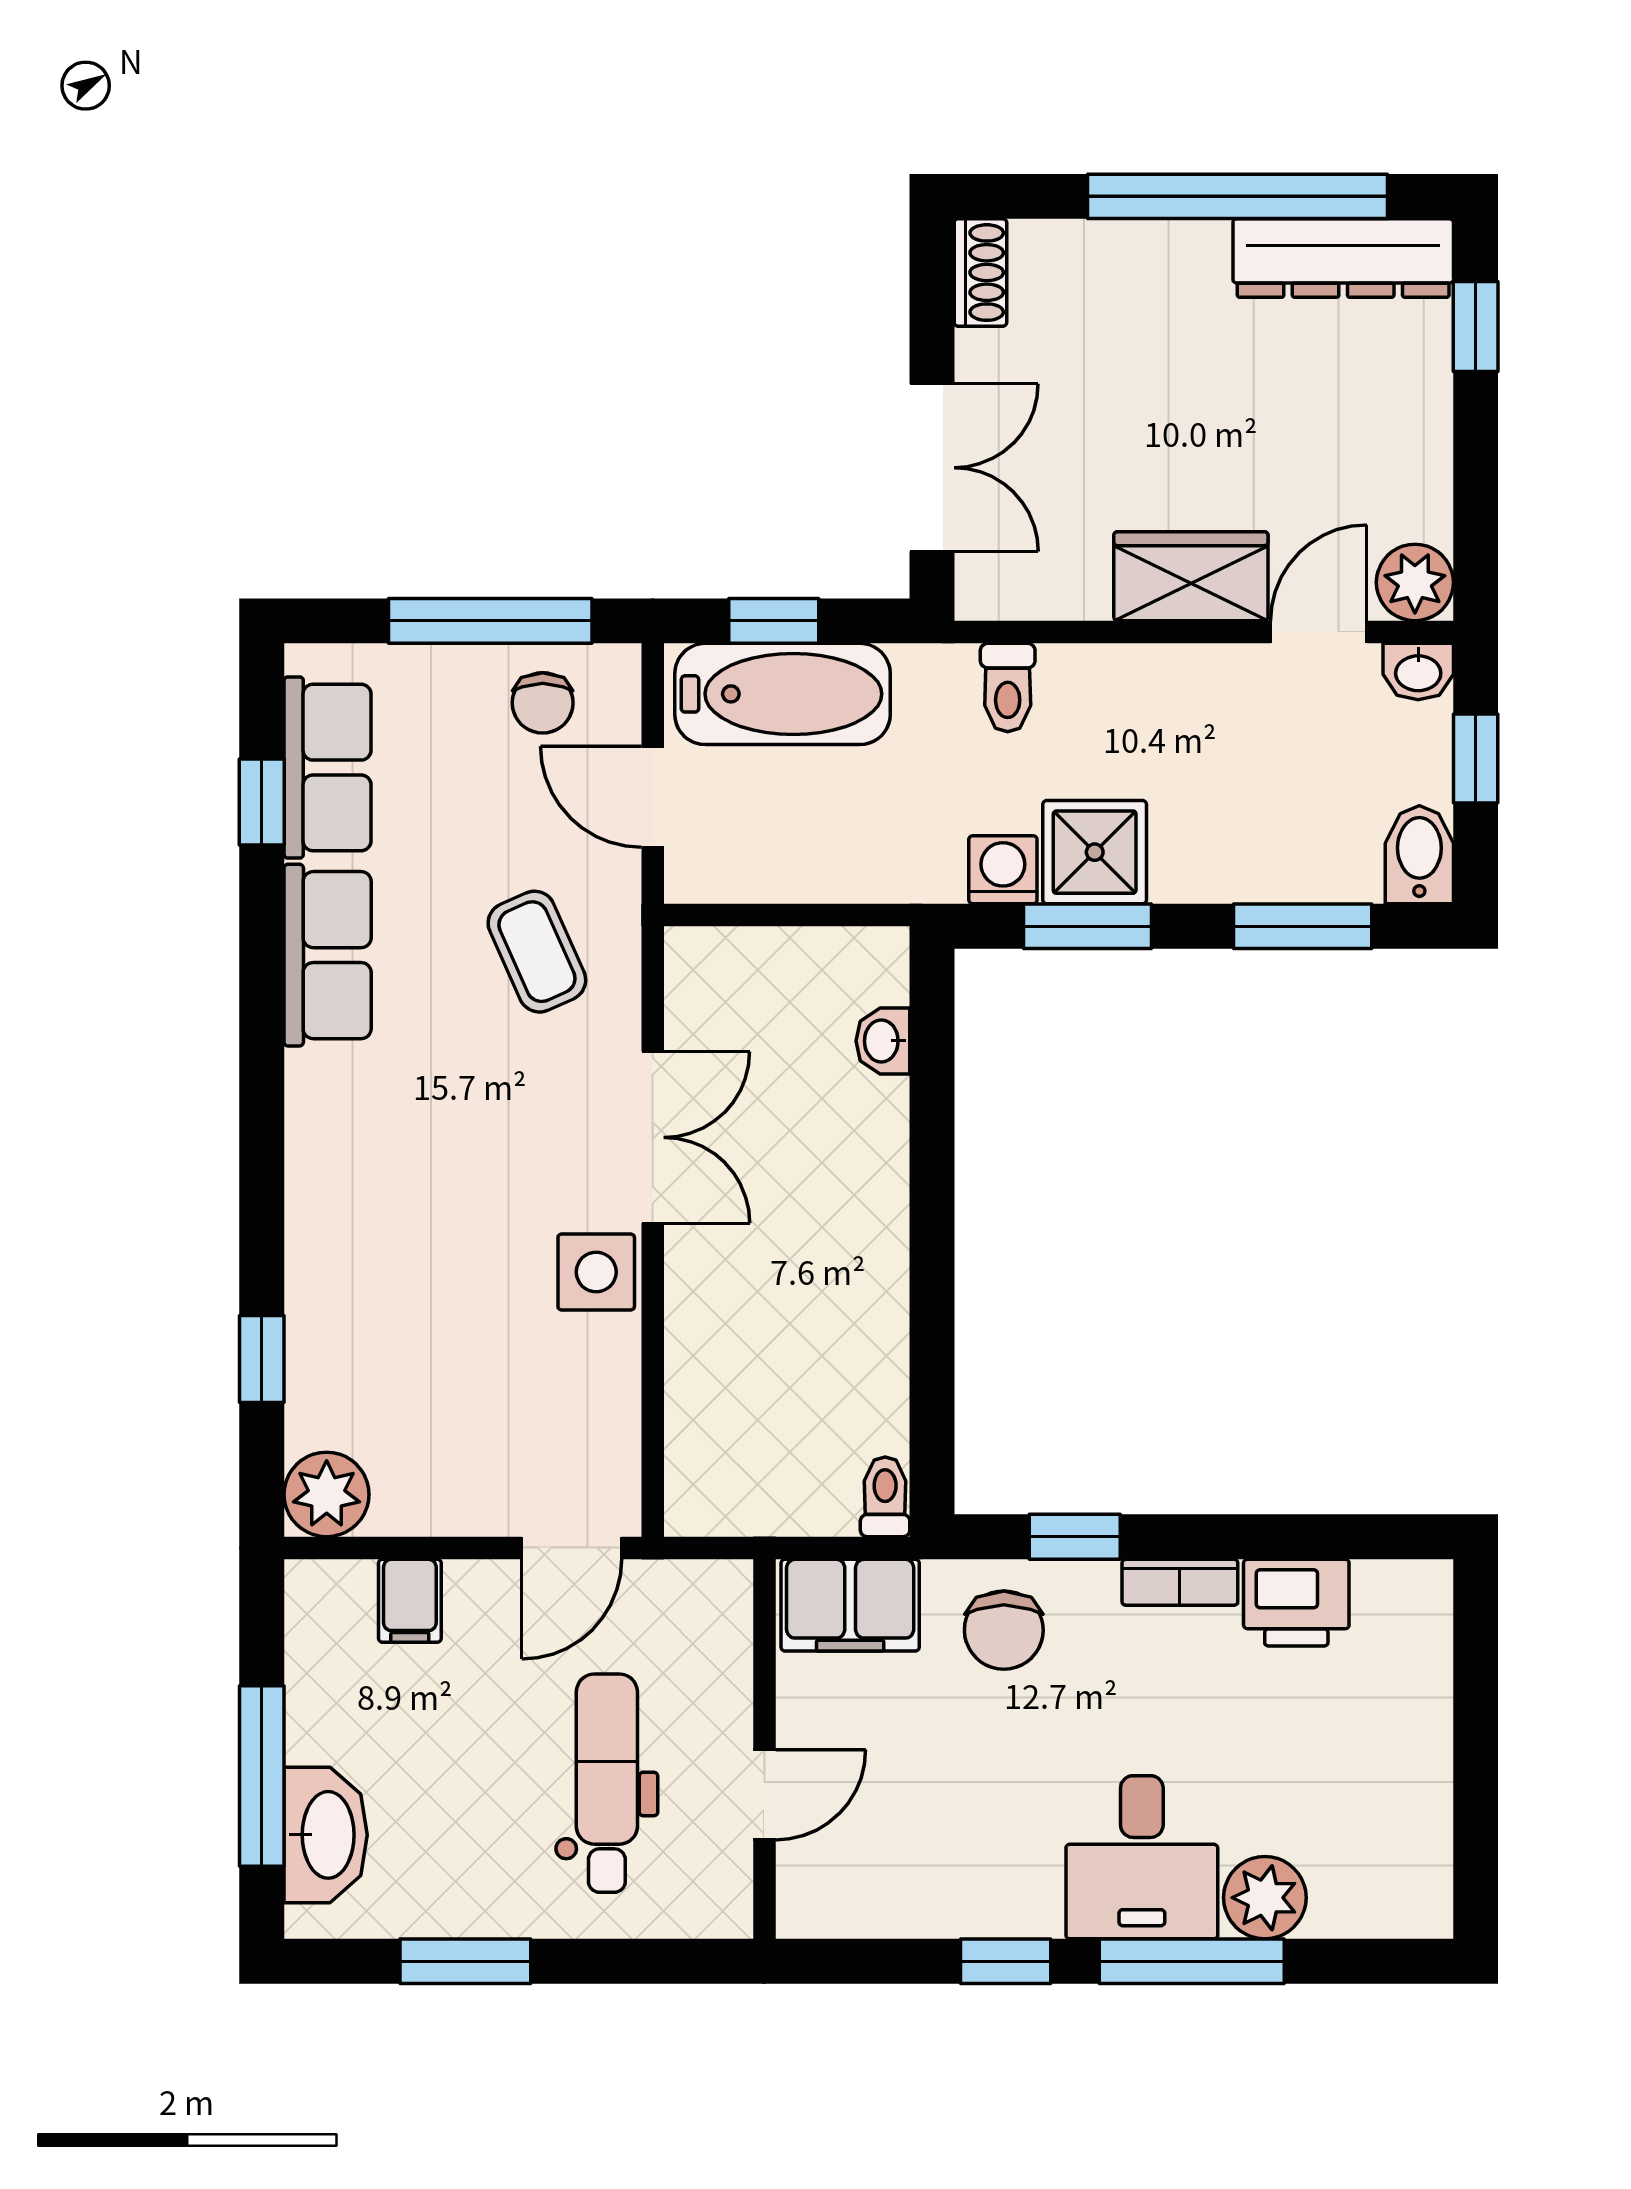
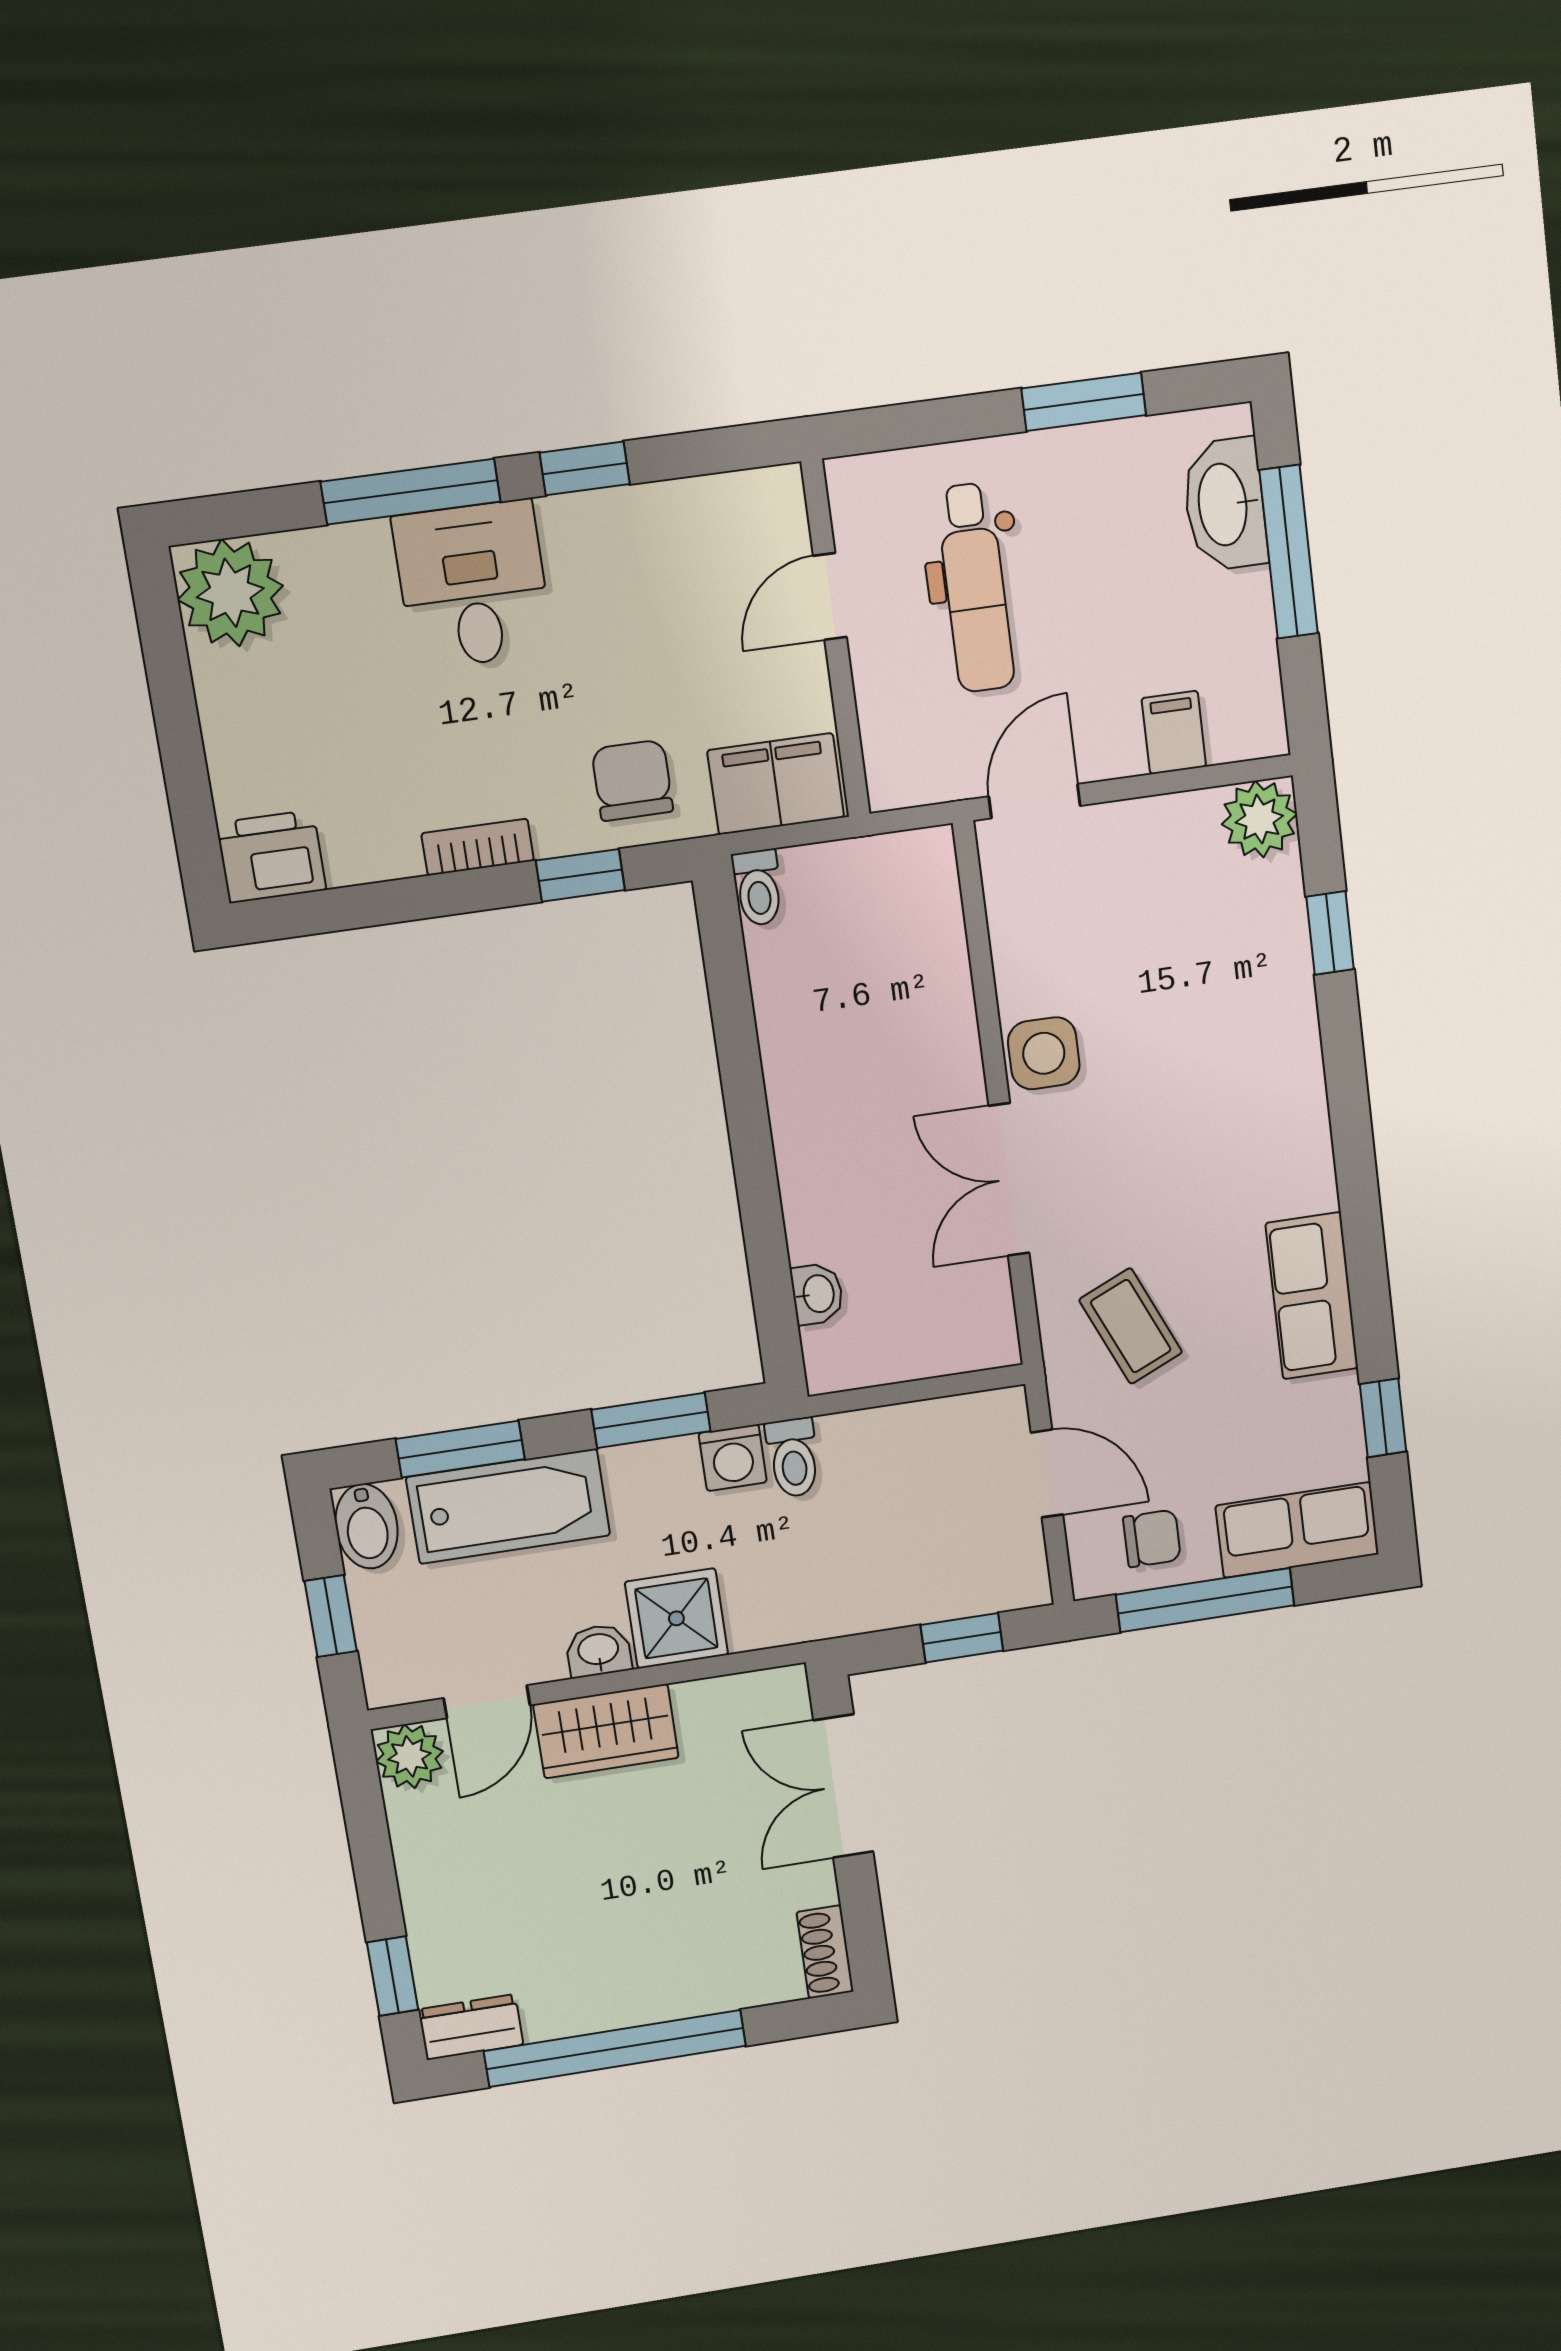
dresser: (1343, 258) -> (471, 2027), width x0.51, depth x0.80
washbasin: (1418, 672) -> (598, 1651), moved
toilet: (1008, 688) -> (793, 1458), moved, turned 180
bathtub: (783, 694) -> (508, 1506), moved, turned 180
chair: (543, 703) -> (1152, 1538), turned 90
row of seats: (328, 768) -> (1297, 1530), moved, turned 90
shower: (1095, 852) -> (676, 1618), moved
printer: (1296, 1603) -> (271, 857), moved
plant: (1265, 1898) -> (230, 593), moved, width x1.36, depth x1.36

